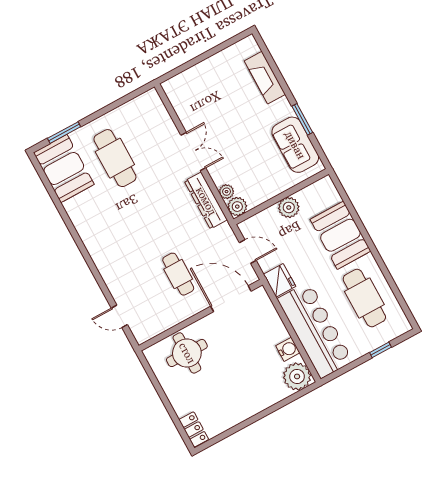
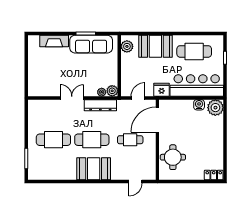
sofa: (295, 145) -> (91, 44), width x1.36
booth: (64, 168) -> (94, 169), moved
plant: (289, 207) -> (127, 46), moved
cafe table: (147, 216) -> (92, 140), added

